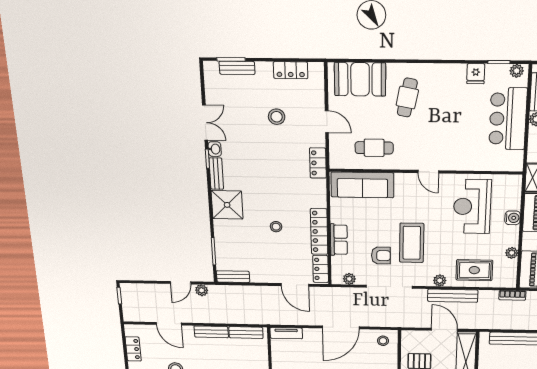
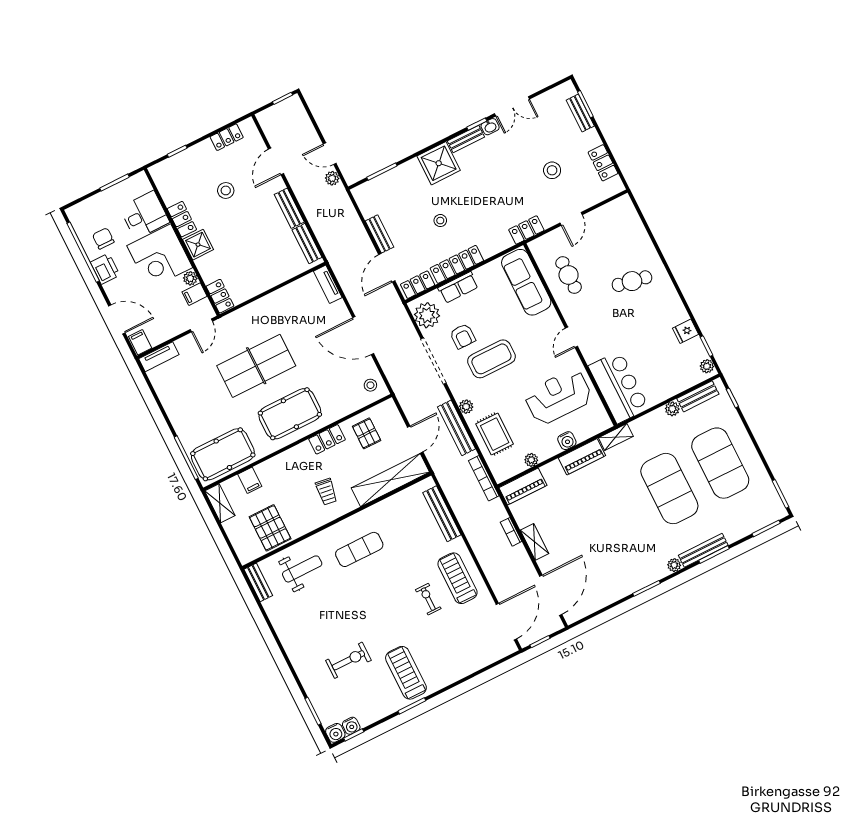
booth: (360, 79) -> (627, 230), removed
bar counter: (508, 119) -> (619, 387), moved, turned 90
bench: (233, 277) -> (380, 234), moved
plant: (349, 279) -> (427, 315), width x1.87, depth x1.87
bookcase: (512, 295) -> (484, 478), width x1.56

